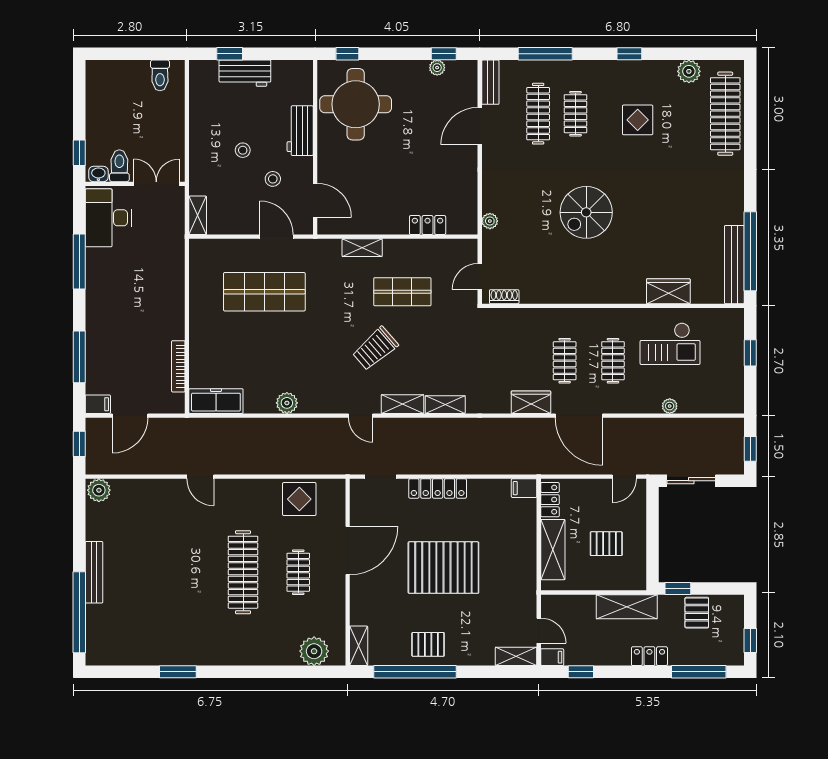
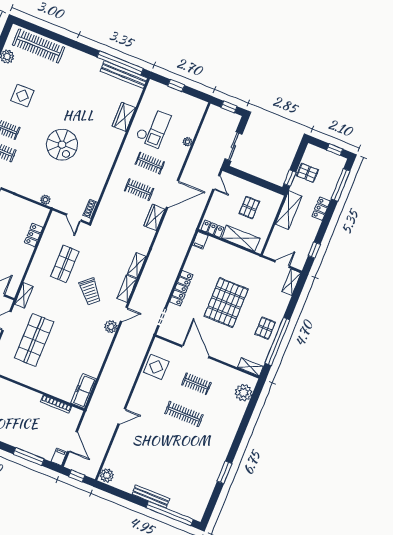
shelving: (362, 248) -> (24, 295), moved
plant: (287, 403) -> (111, 327), moved
clothes rail: (243, 572) -> (184, 414), width x0.73, depth x0.76
filing cabinet: (552, 657) -> (300, 263), removed

